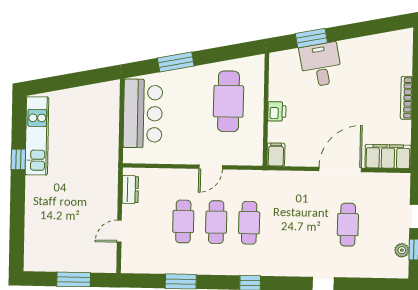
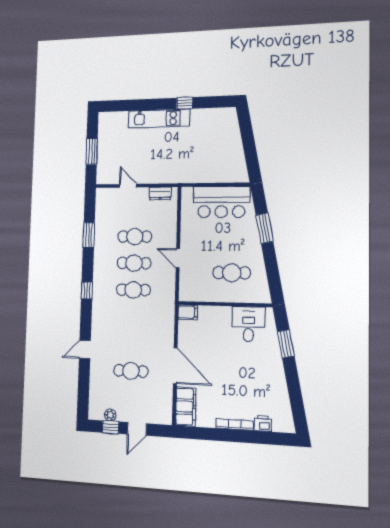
desk: (321, 65) -> (249, 324), moved, turned -79
cafe table: (228, 101) -> (232, 273), width x0.73, depth x0.74
printer: (277, 111) -> (263, 423), moved, turned 180
kitchen unit: (37, 136) -> (159, 119), moved

